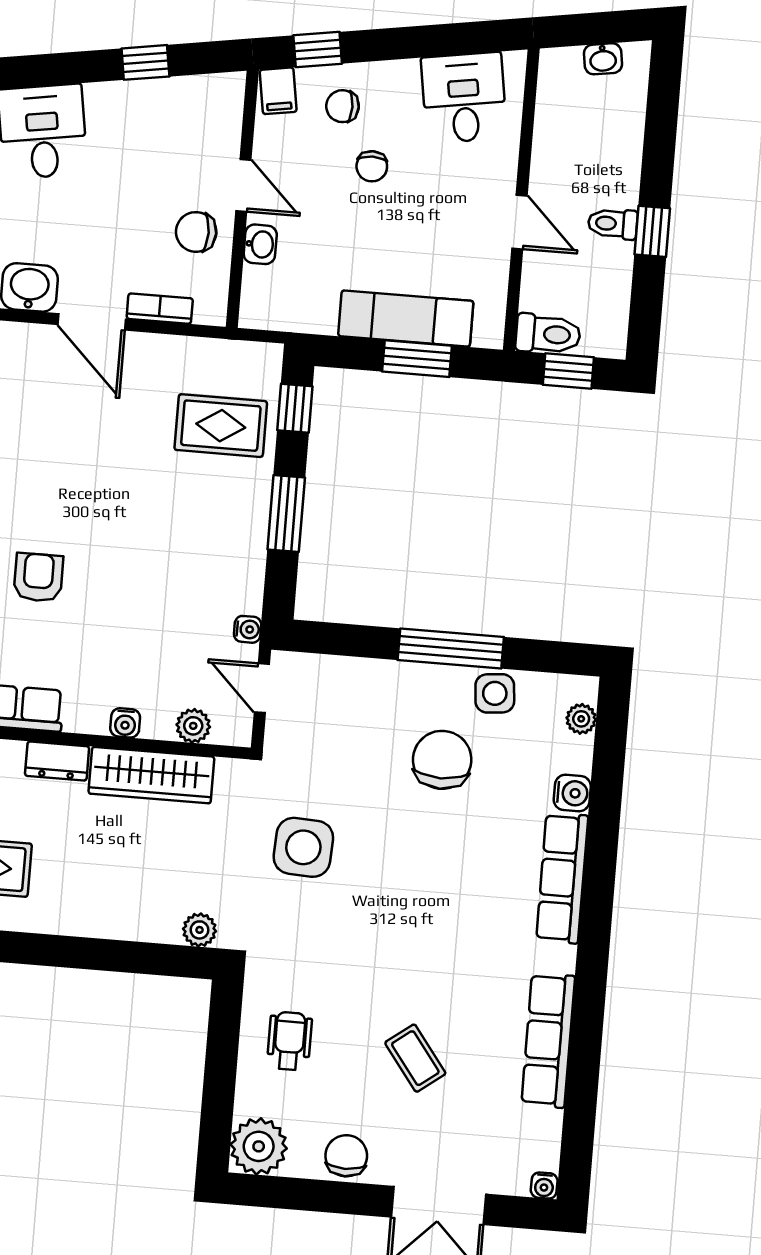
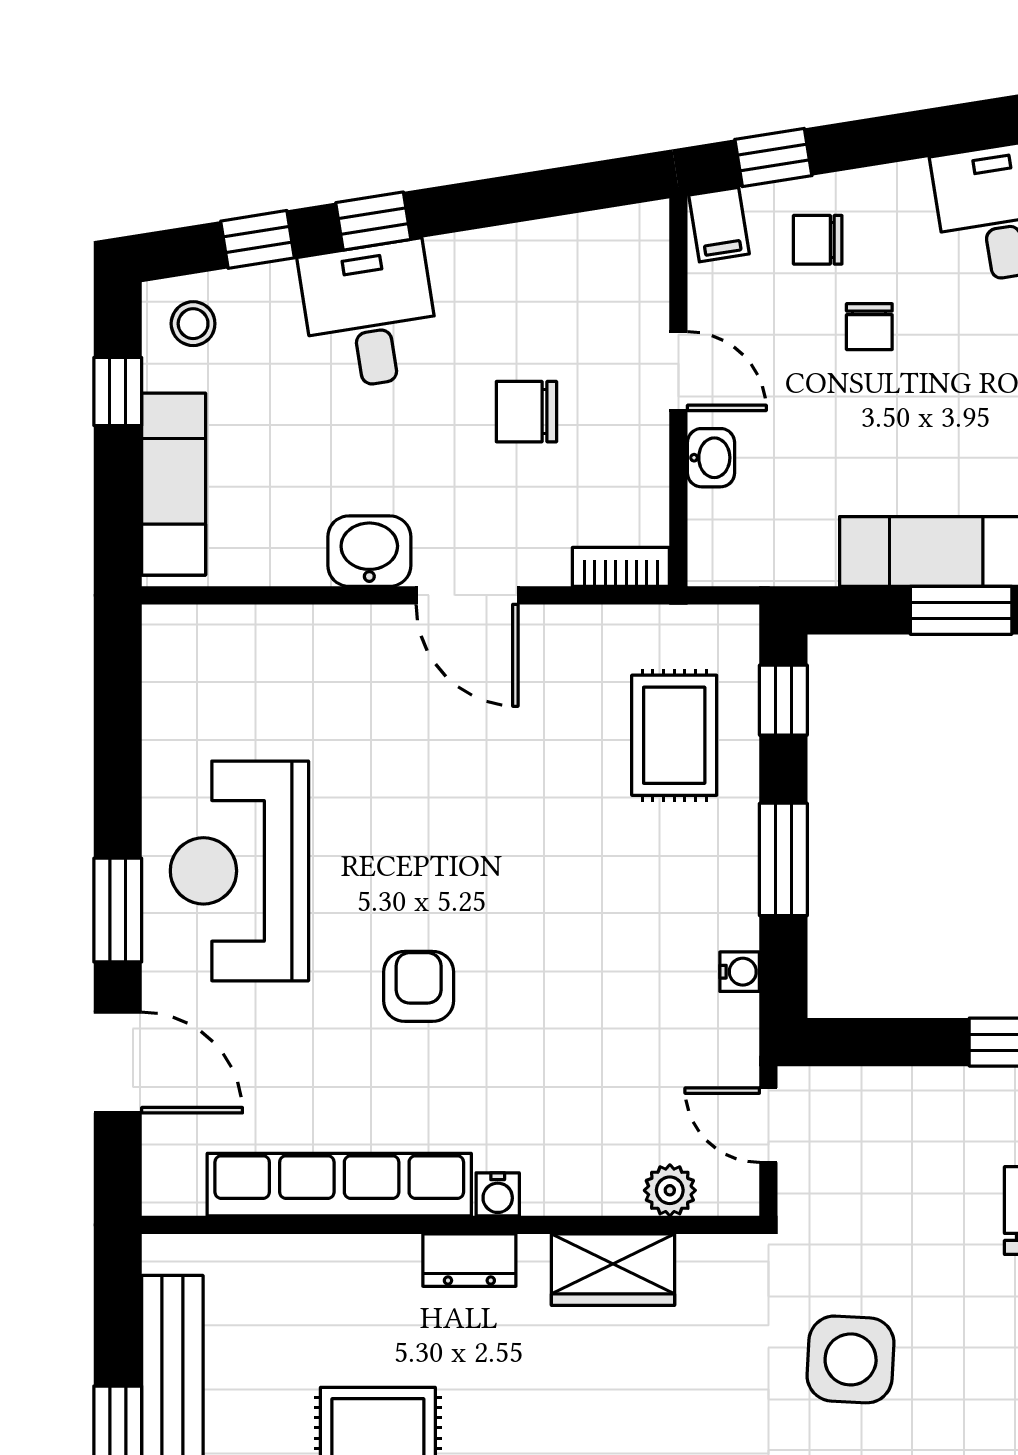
window: (145, 62) -> (373, 221), moved
chair: (196, 232) -> (526, 412), moved
bookcase: (160, 309) -> (621, 567), moved
rug: (221, 426) -> (674, 735), turned 90
water cooler: (248, 629) -> (740, 972), moved
water cooler: (125, 723) -> (498, 1194), moved
wardrobe: (151, 775) -> (613, 1270), width x0.67

